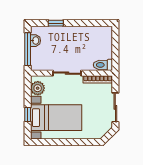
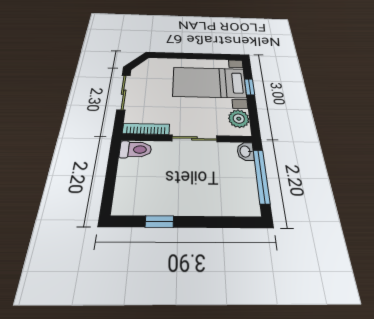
window: (56, 23) -> (159, 222), moved
washbasin: (35, 41) -> (246, 151), moved

